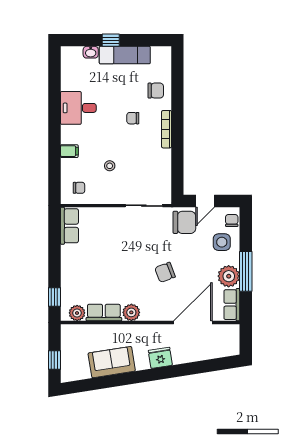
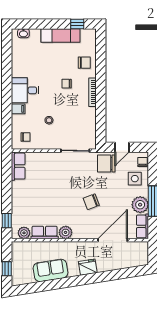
window: (111, 40) -> (77, 24), moved
washbasin: (91, 52) -> (23, 33), moved
desk: (78, 108) -> (25, 90), moved
chair: (184, 222) -> (106, 163), turned 180

